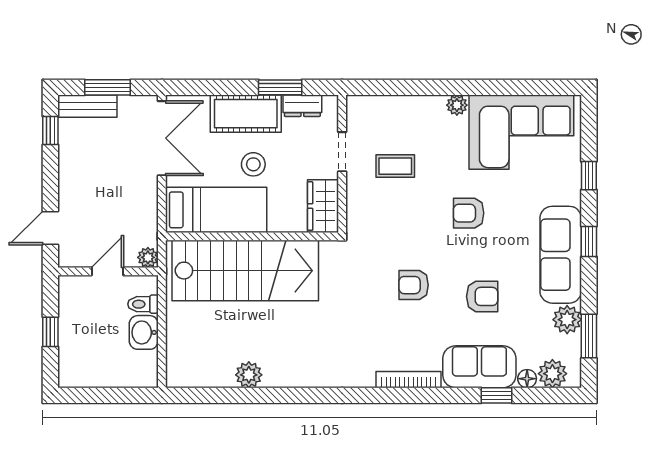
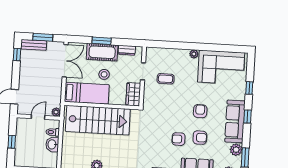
window: (280, 87) -> (102, 41), moved
armchair: (469, 213) -> (200, 111), moved, turned 90
armchair: (414, 285) -> (179, 139), moved

